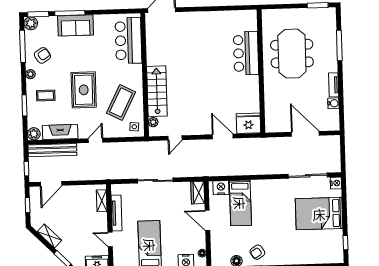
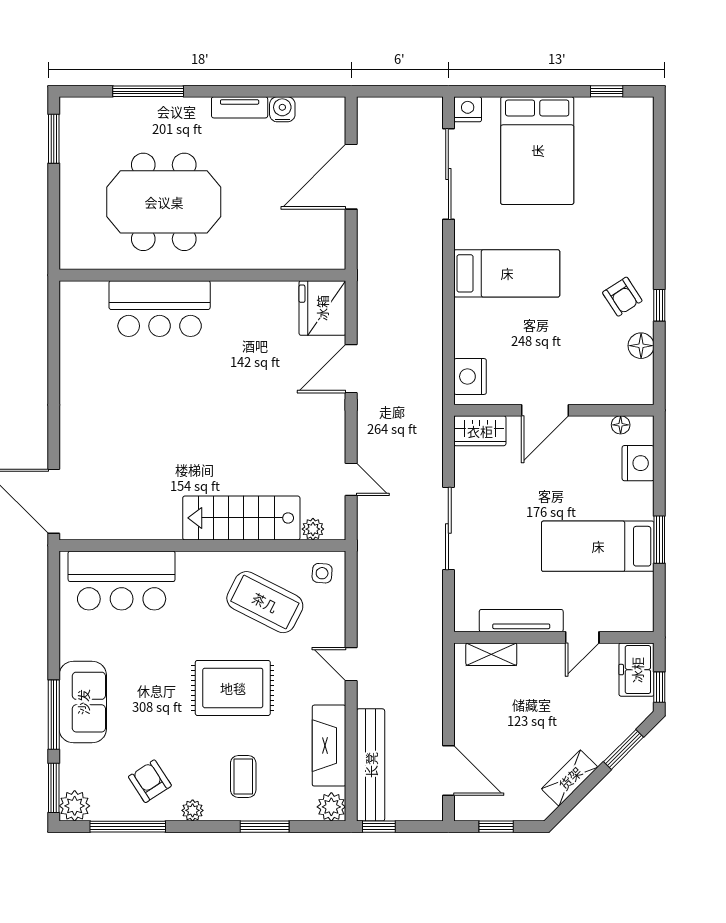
window: (26, 169) -> (379, 827), moved
bed: (240, 203) -> (507, 273), moved

